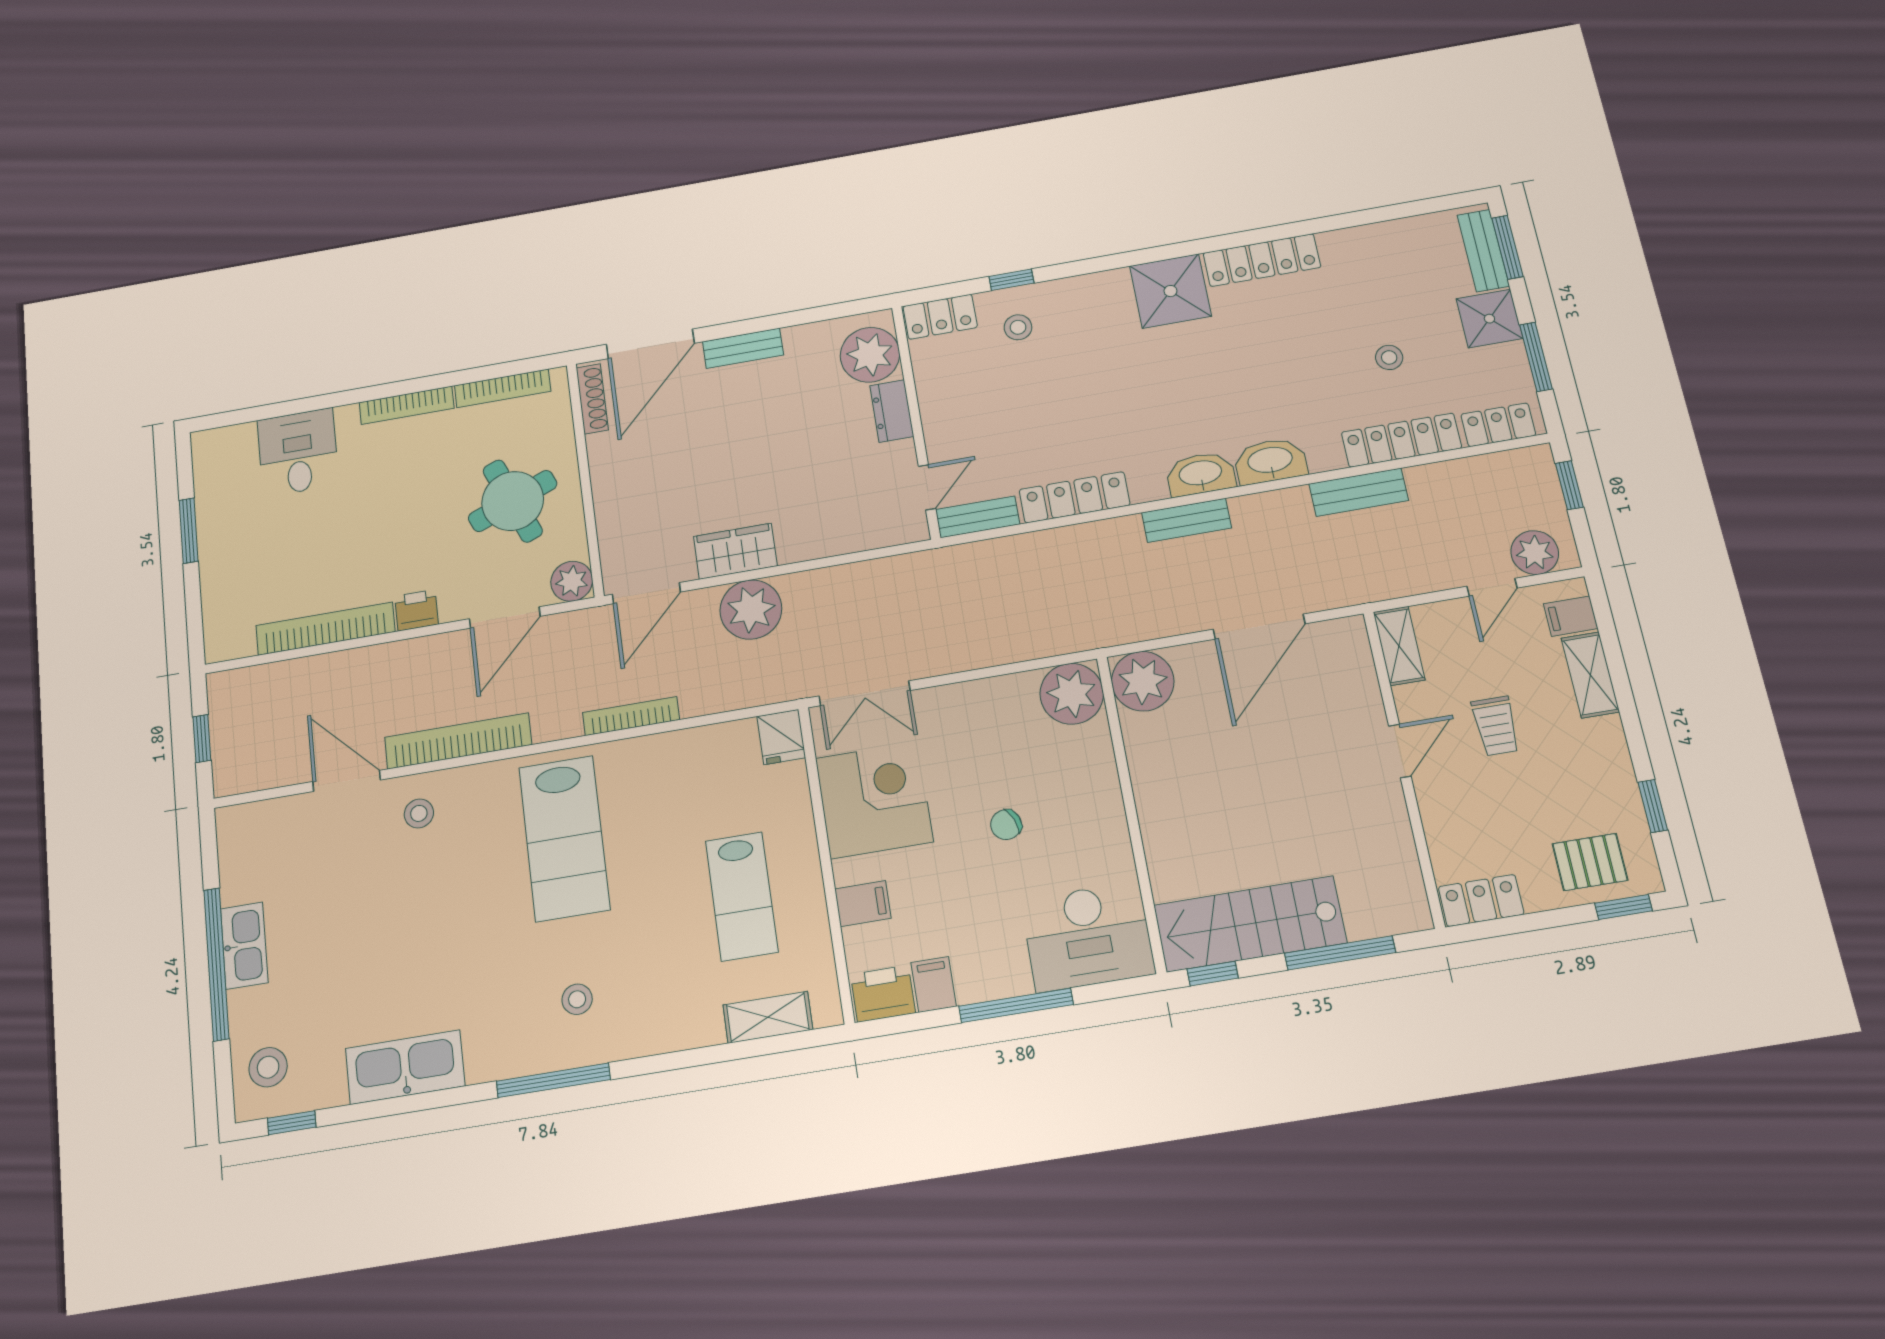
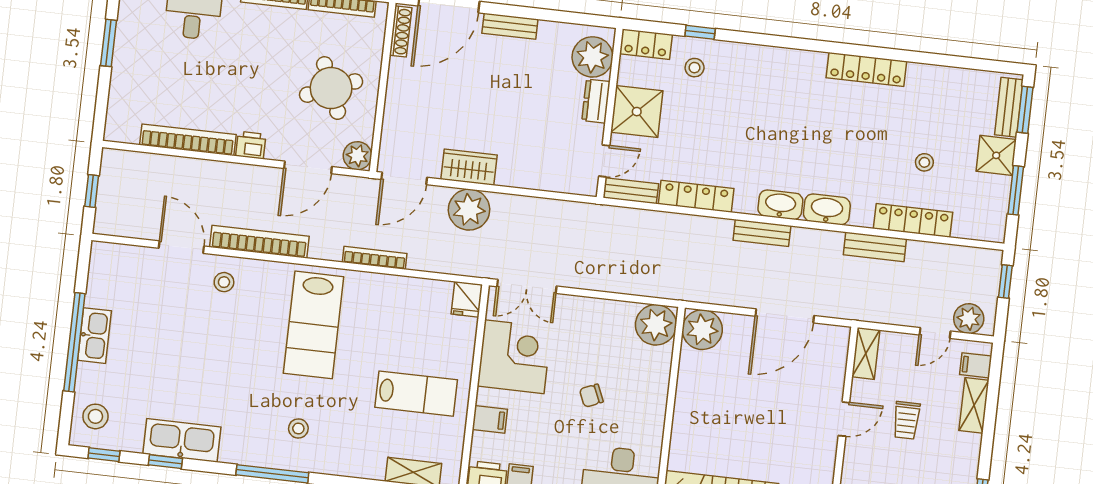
shower: (1170, 291) -> (637, 112), moved
locker: (1498, 425) -> (976, 229), removed
lab bench: (742, 896) -> (416, 394), turned -90
window: (387, 1107) -> (165, 462), added

